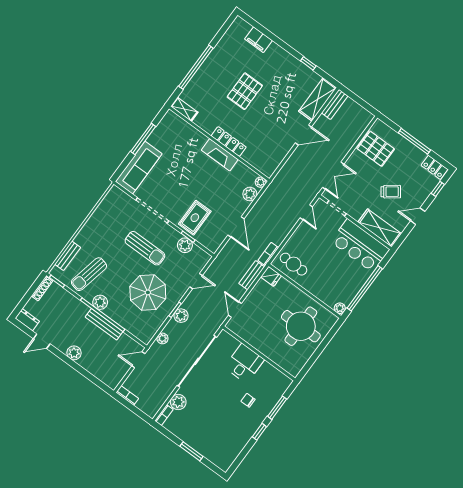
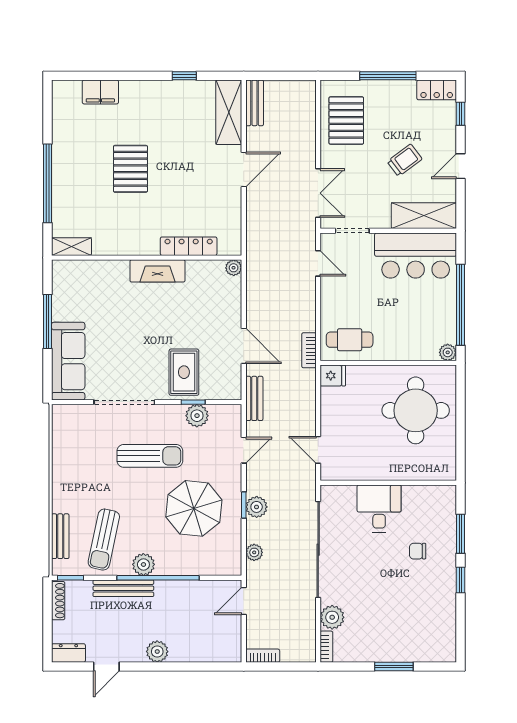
locker: (229, 142) -> (189, 246), moved
pallet: (376, 149) -> (346, 120), turned 90
plant: (250, 194) -> (231, 292), removed
bench: (252, 275) -> (254, 398), moved
bench: (104, 324) -> (123, 588), moved

